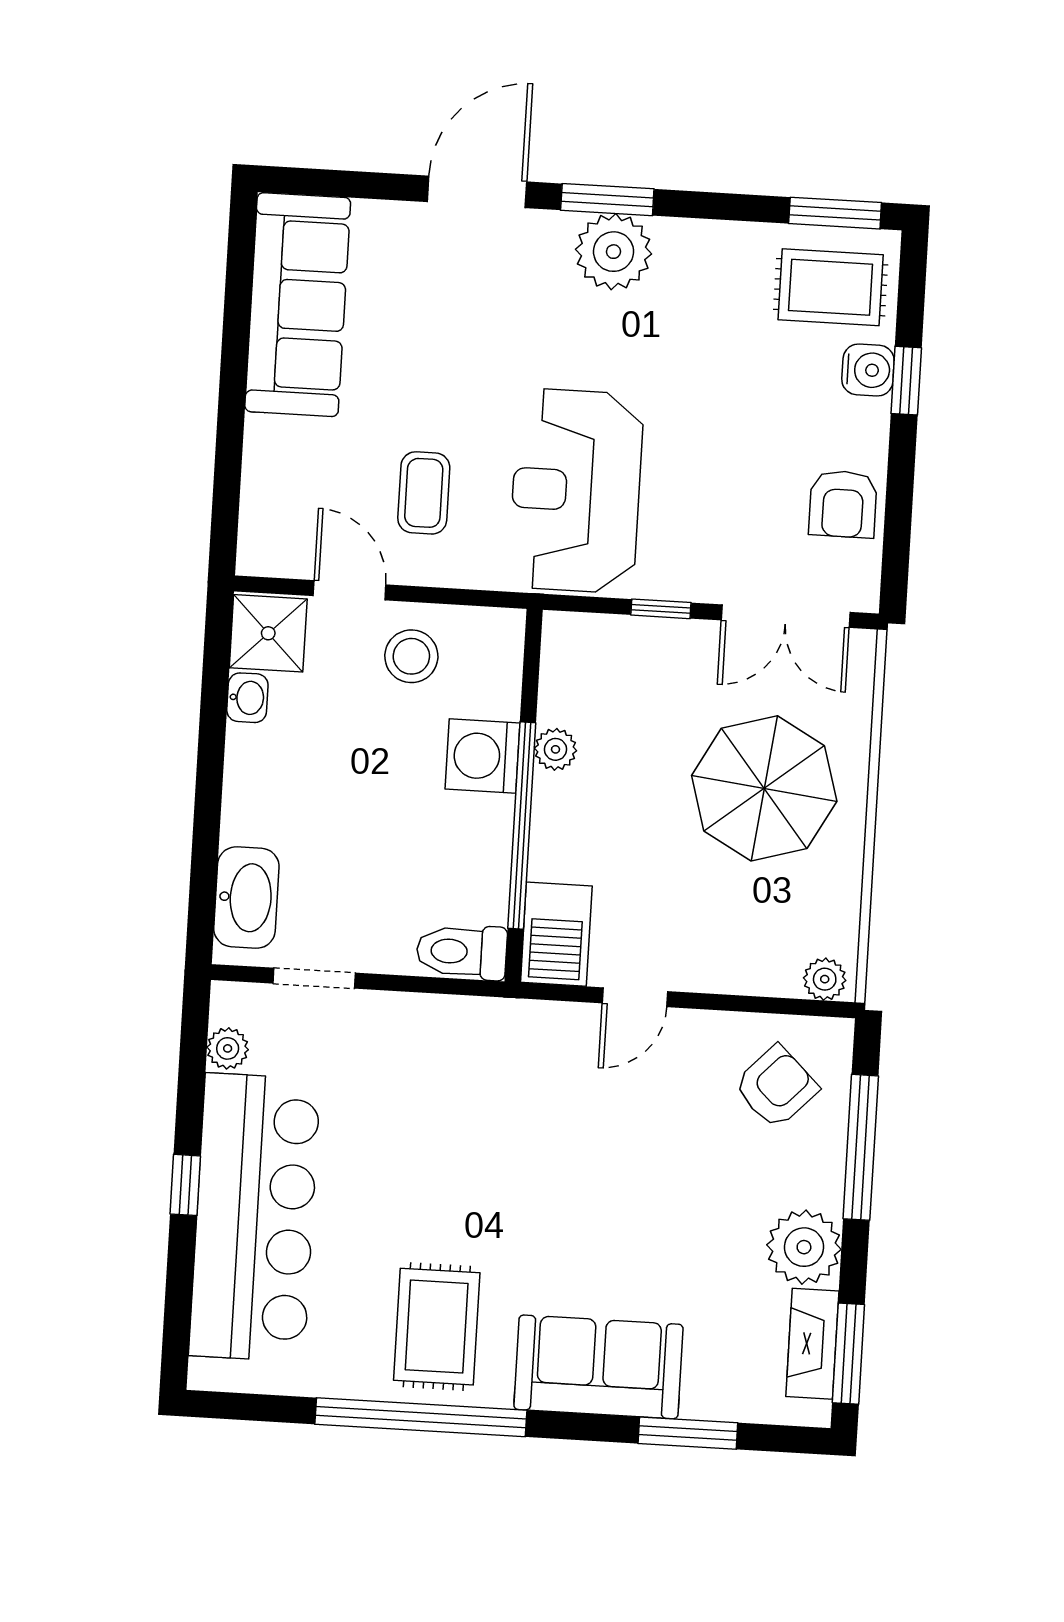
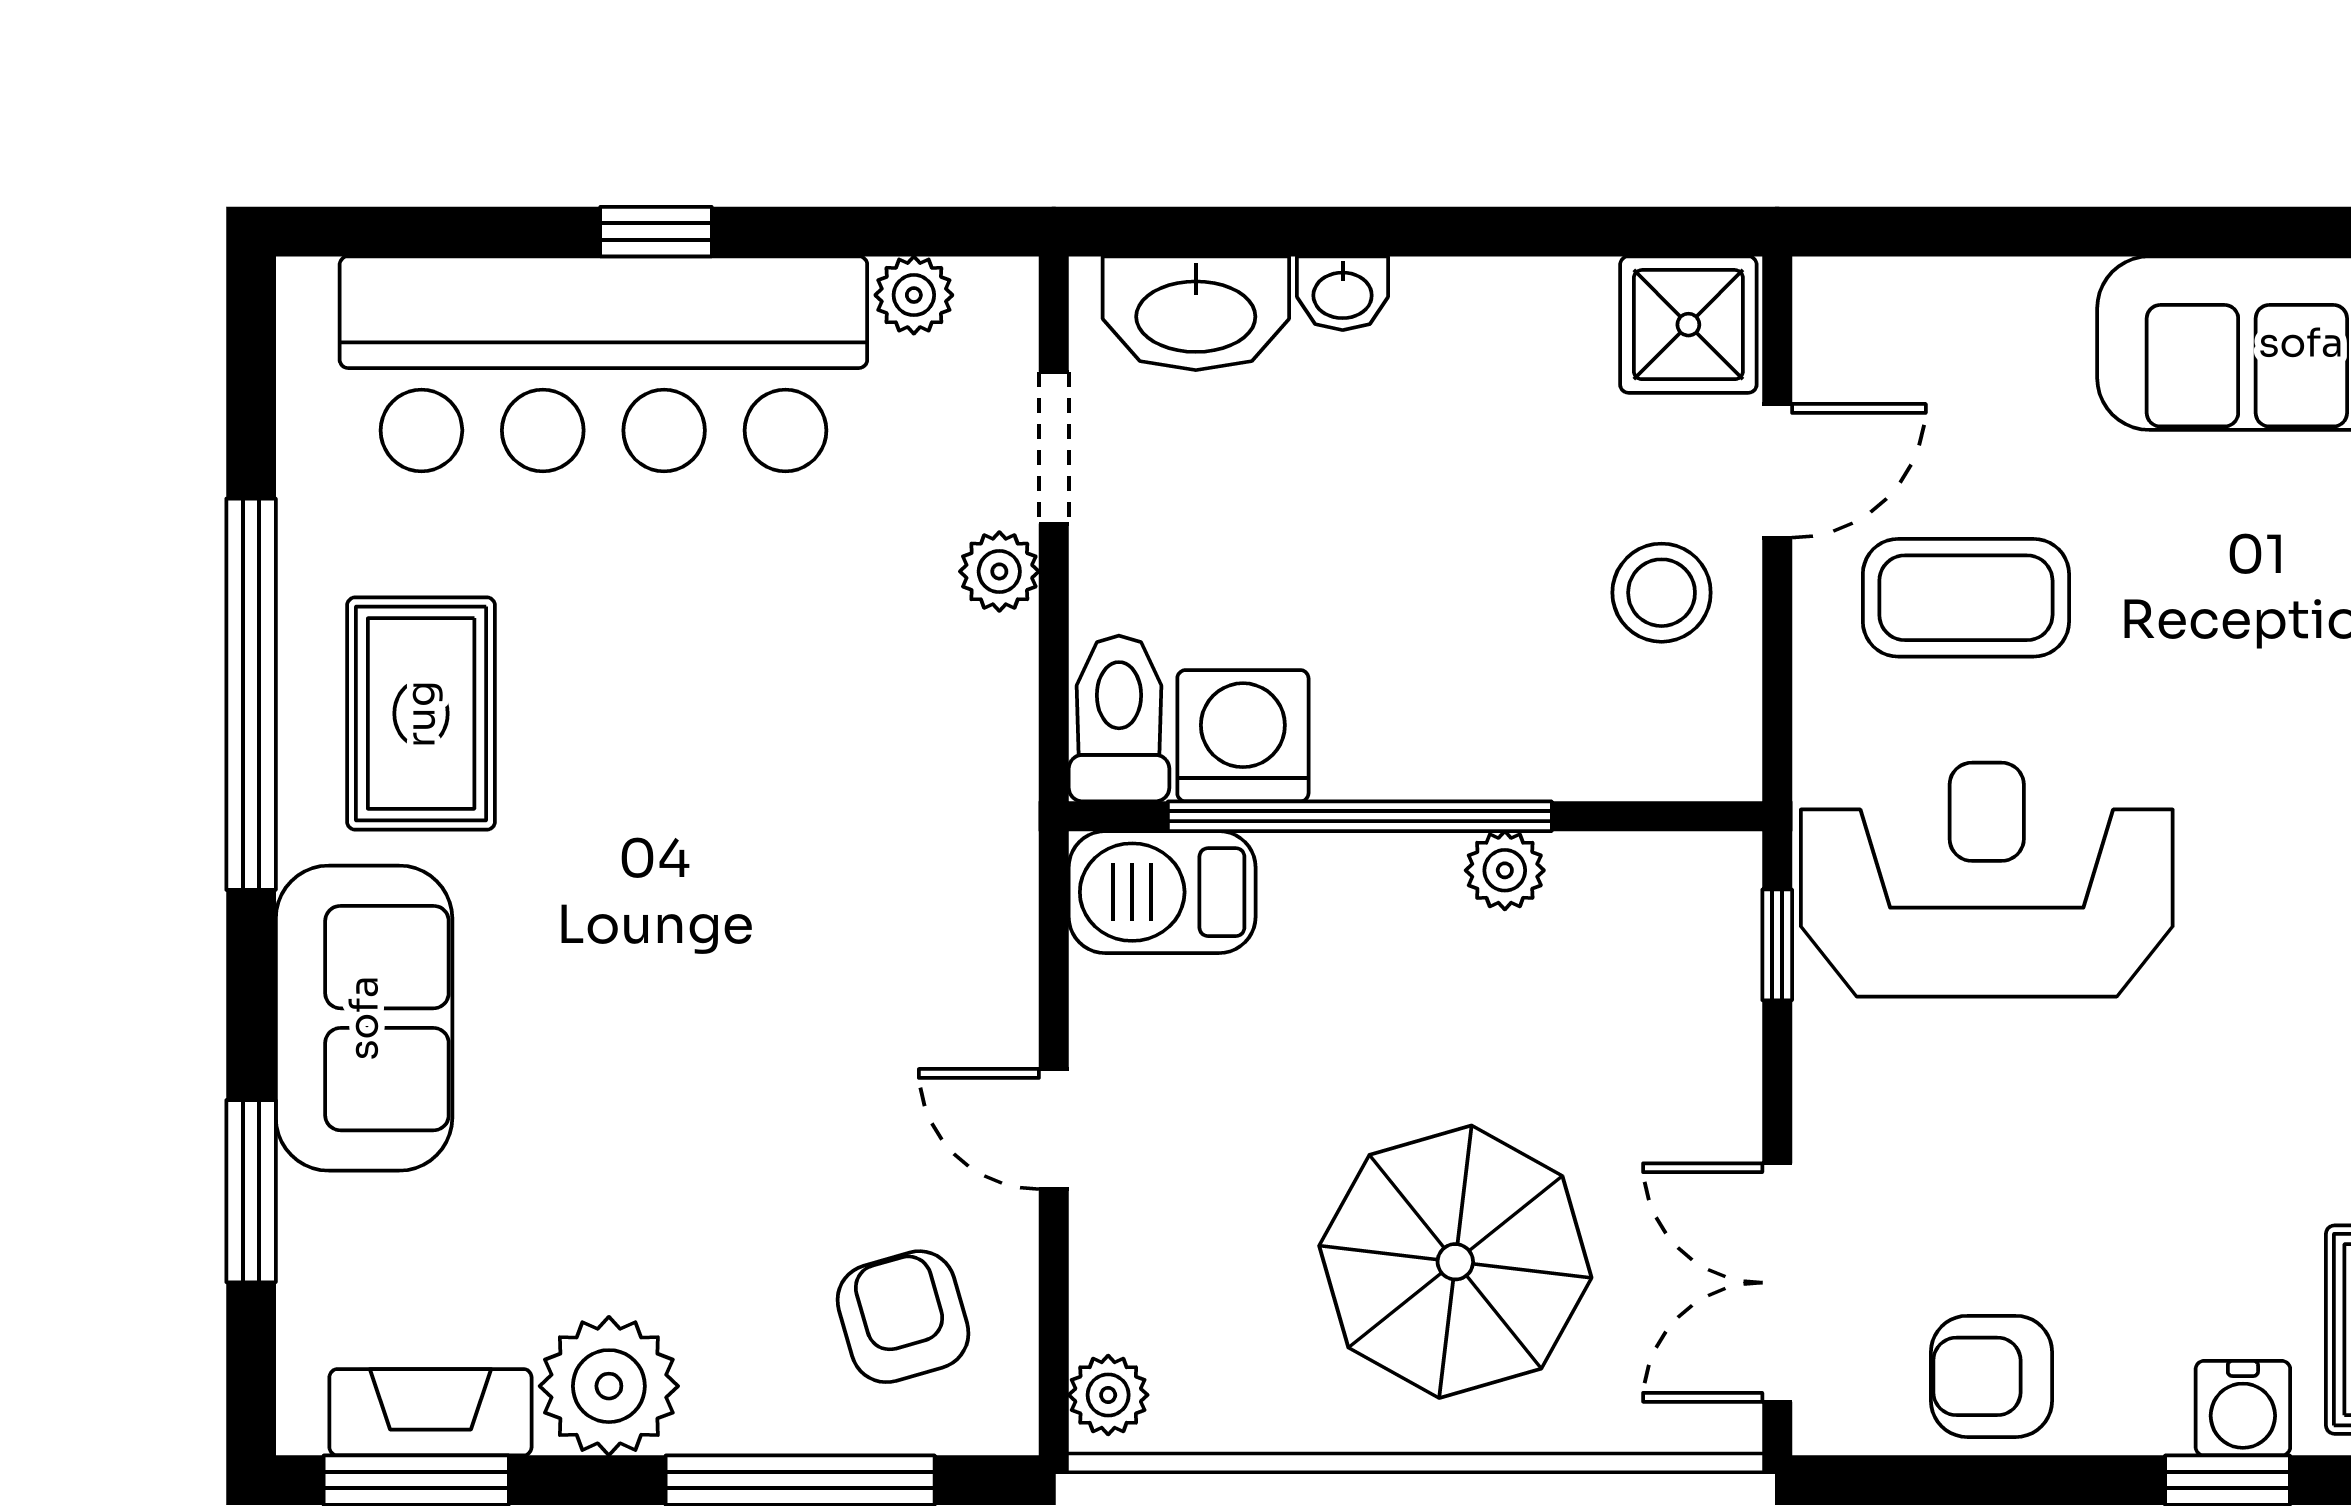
coffee table: (424, 493) -> (1966, 598), width x1.36, depth x1.30
window: (661, 609) -> (1777, 945), moved
washbasin: (247, 698) -> (1343, 293), moved
washing machine: (483, 756) -> (1243, 736), moved
door: (635, 997) -> (1054, 1129), moved
plant: (379, 1011) -> (999, 571), added
armchair: (776, 1087) -> (903, 1317), turned -150
rug: (437, 1327) -> (421, 714), turned 90

